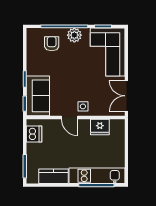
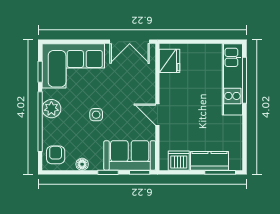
armchair: (52, 44) -> (56, 155), moved, turned 90
floor lamp: (31, 59) -> (82, 164), added
side table: (83, 106) -> (96, 115), moved
door: (70, 117) -> (157, 115), swing flipped
fridge: (100, 127) -> (170, 61), moved
kitchen counter: (53, 176) -> (209, 161), moved, turned 90

